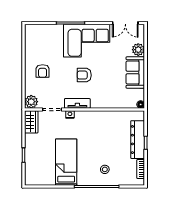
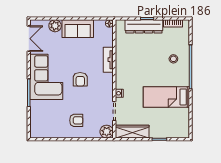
tv unit: (77, 103) -> (108, 60), moved
wardrobe: (31, 122) -> (132, 132), width x1.50

